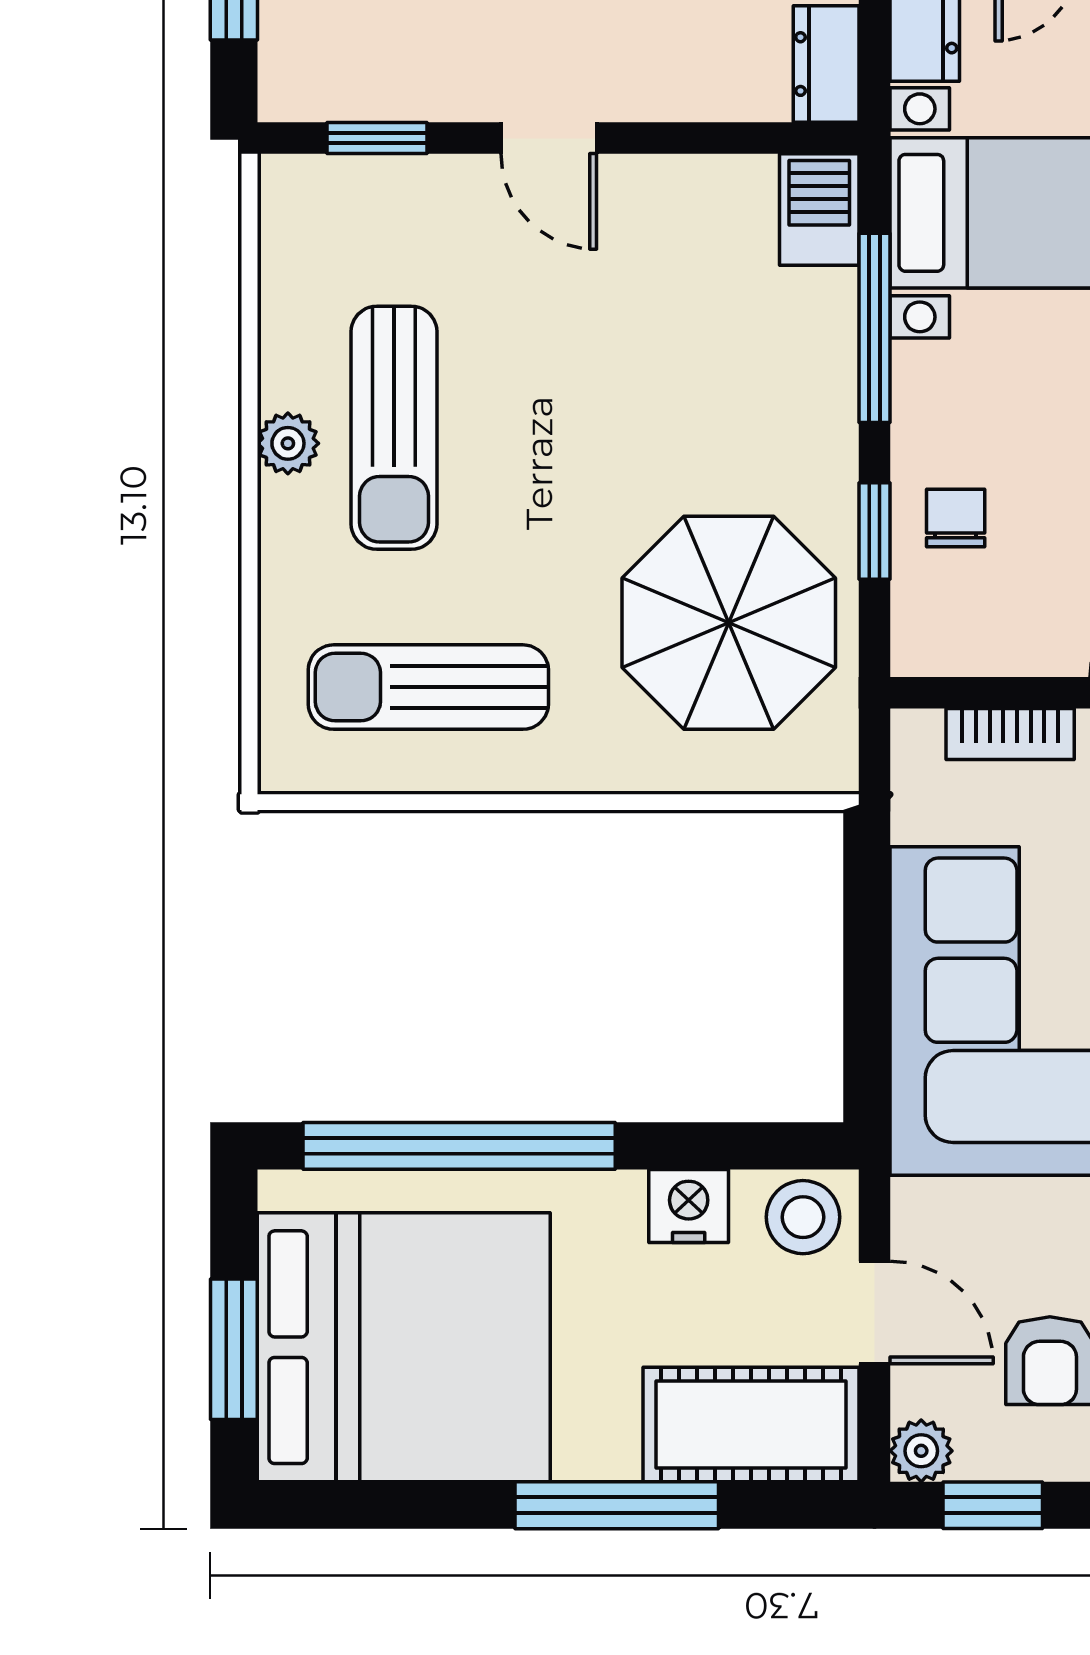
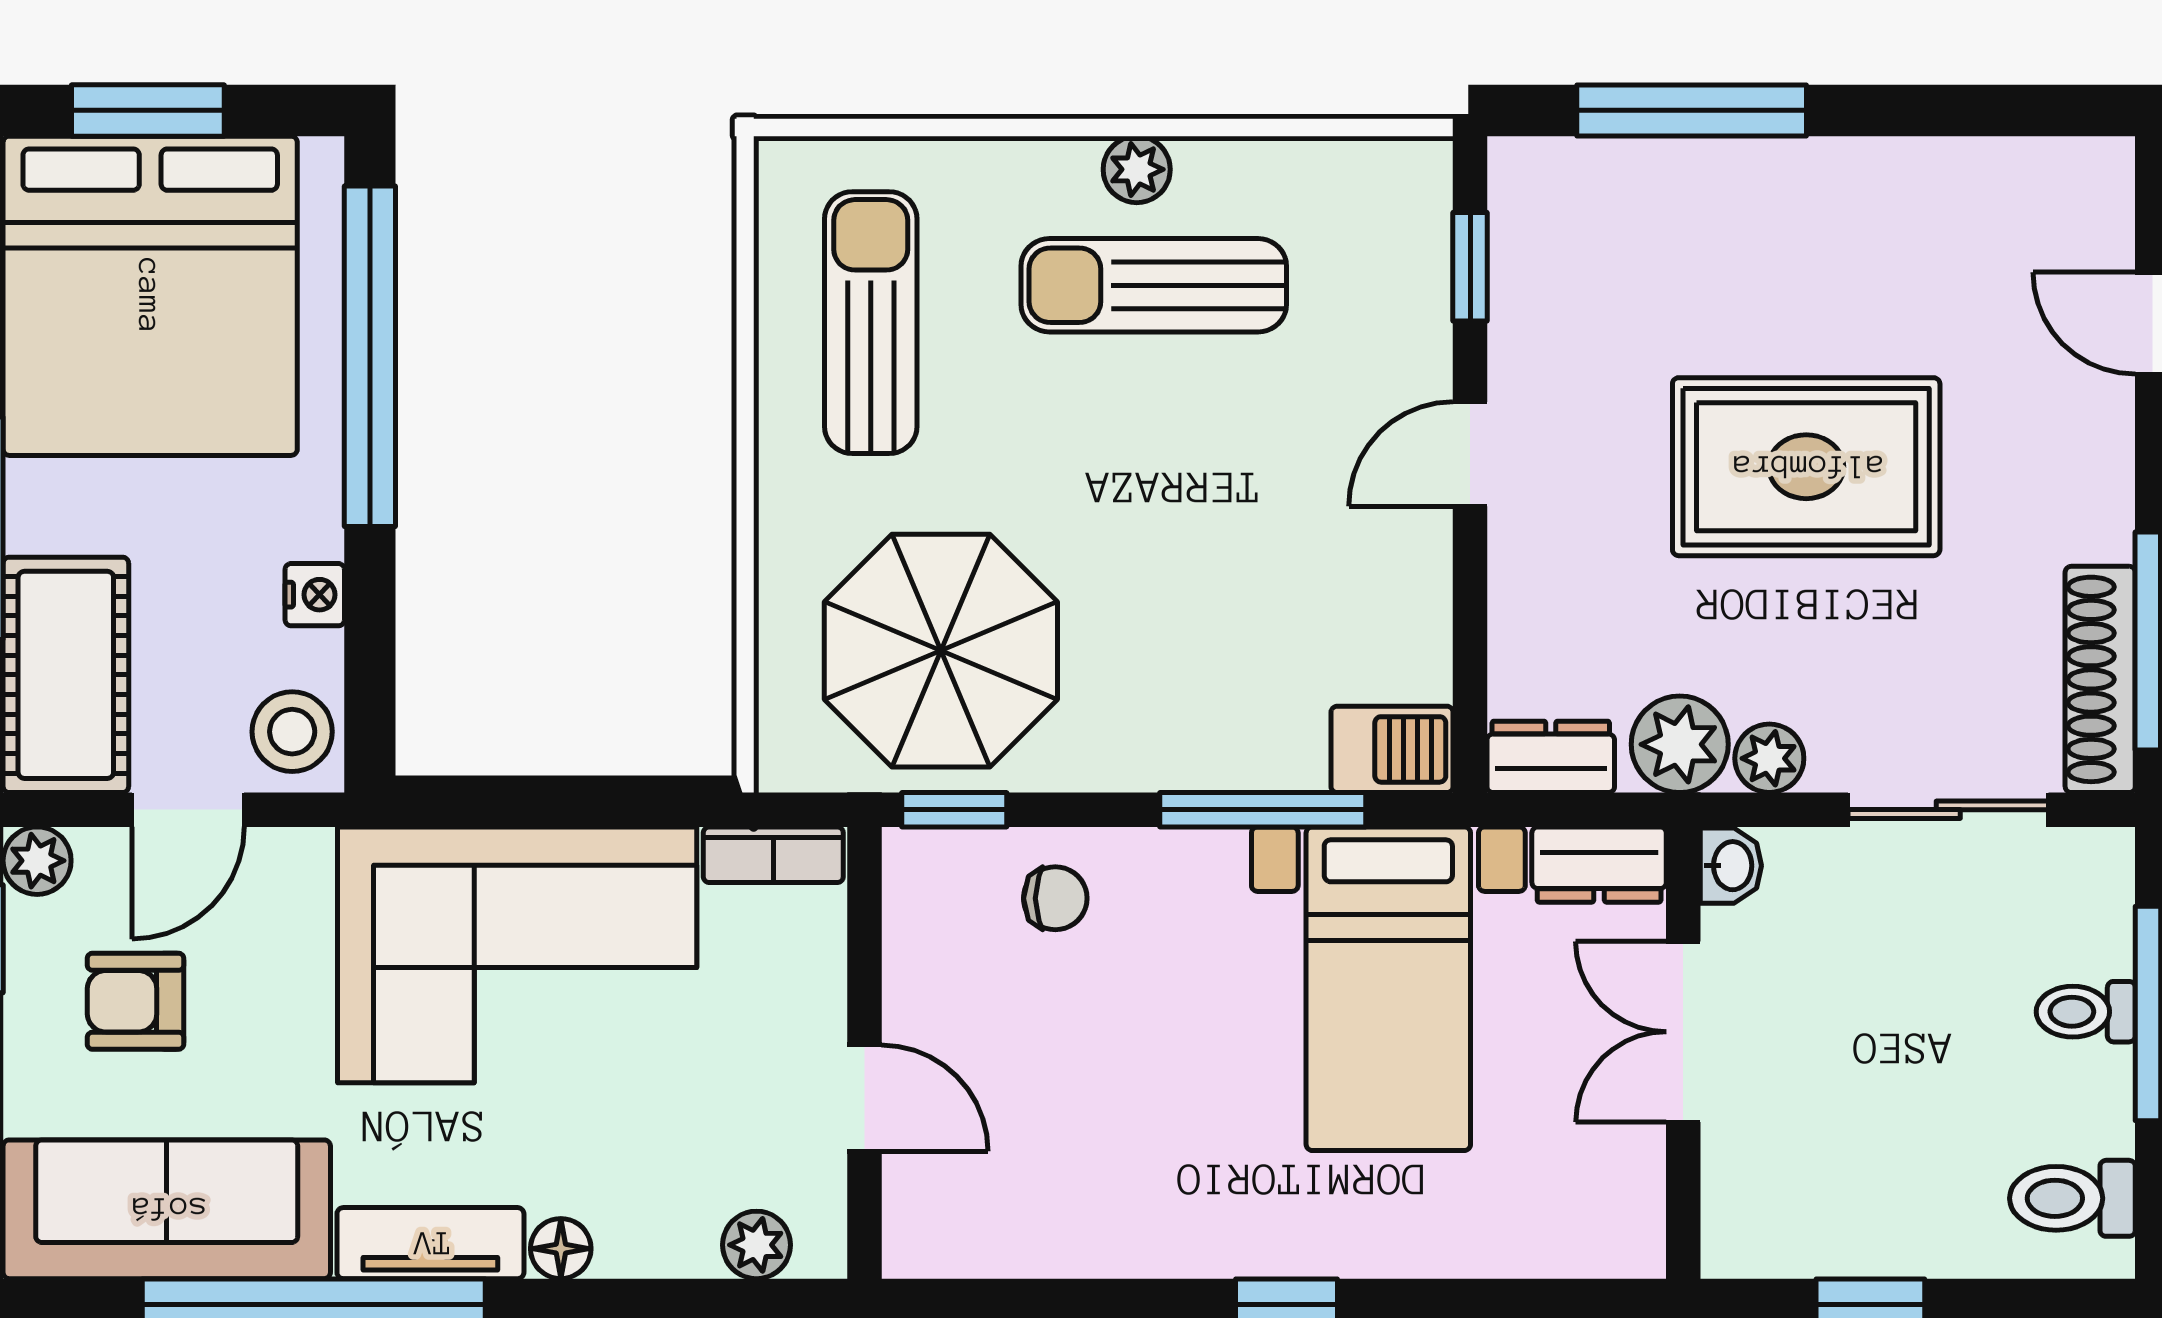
window: (875, 531) -> (954, 810), moved
bookcase: (1010, 734) -> (773, 855), moved, turned -90
nightstand: (689, 1206) -> (315, 595), width x0.72, depth x0.74

